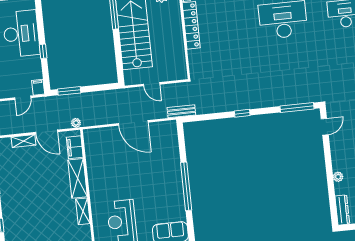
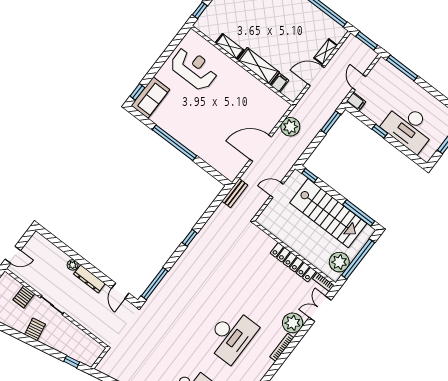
window: (120, 71) -> (310, 176), added
plant: (76, 123) -> (290, 127), moved, width x1.87, depth x1.87
filing cabinet: (75, 147) -> (280, 83), width x0.50
dresser: (342, 210) -> (89, 279), moved

